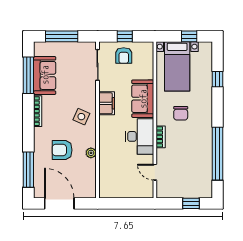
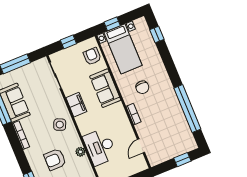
window: (189, 36) -> (112, 24), moved
armchair: (124, 56) -> (92, 56), moved, turned 180
window: (217, 79) -> (157, 35), moved
desk: (140, 136) -> (100, 147), moved, turned 180
door: (155, 172) -> (141, 146), hinge flipped

